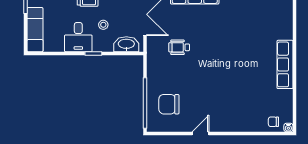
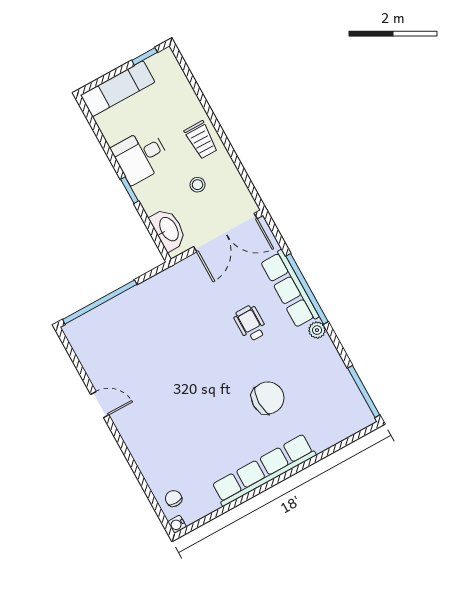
stool: (103, 25) -> (197, 185), moved
wheelchair: (179, 47) -> (250, 323), moved
row of seats: (285, 64) -> (264, 470), width x1.36
chair: (169, 104) -> (268, 398), moved, turned 90

